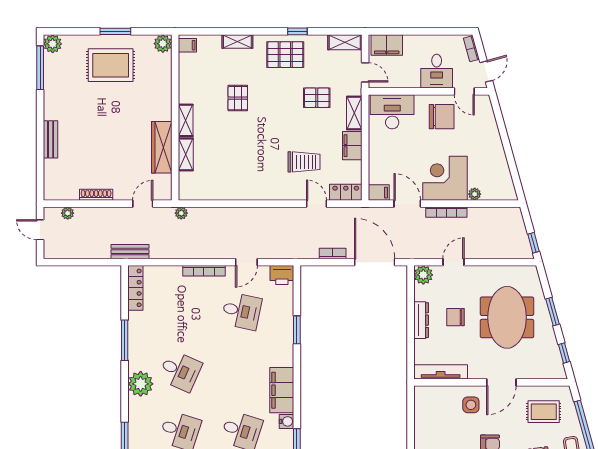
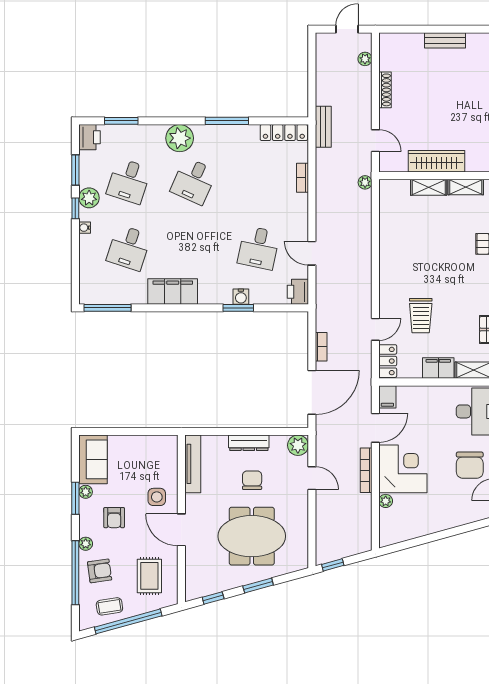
bookcase: (204, 271) -> (302, 178), moved, width x0.64
water cooler: (286, 421) -> (241, 297), moved

